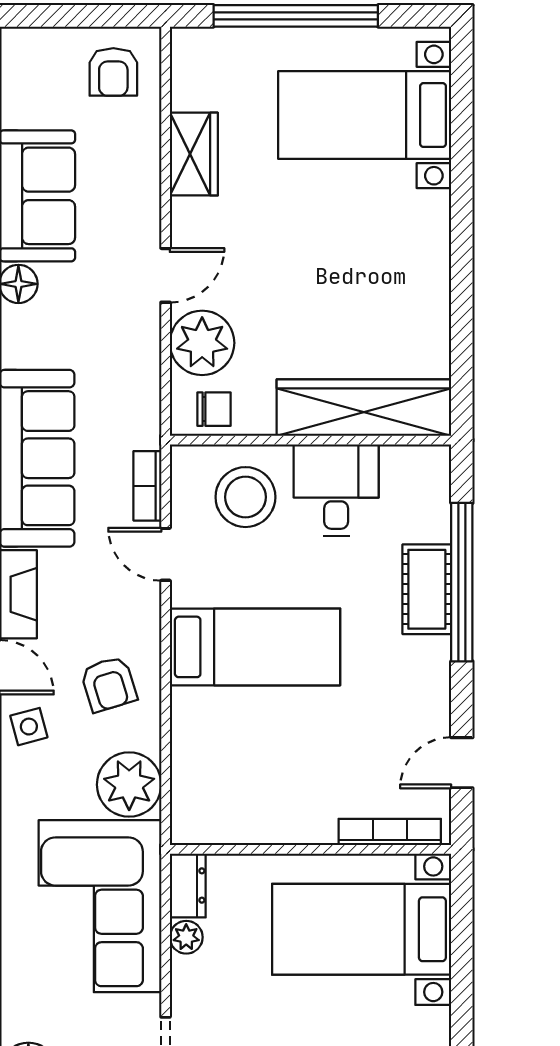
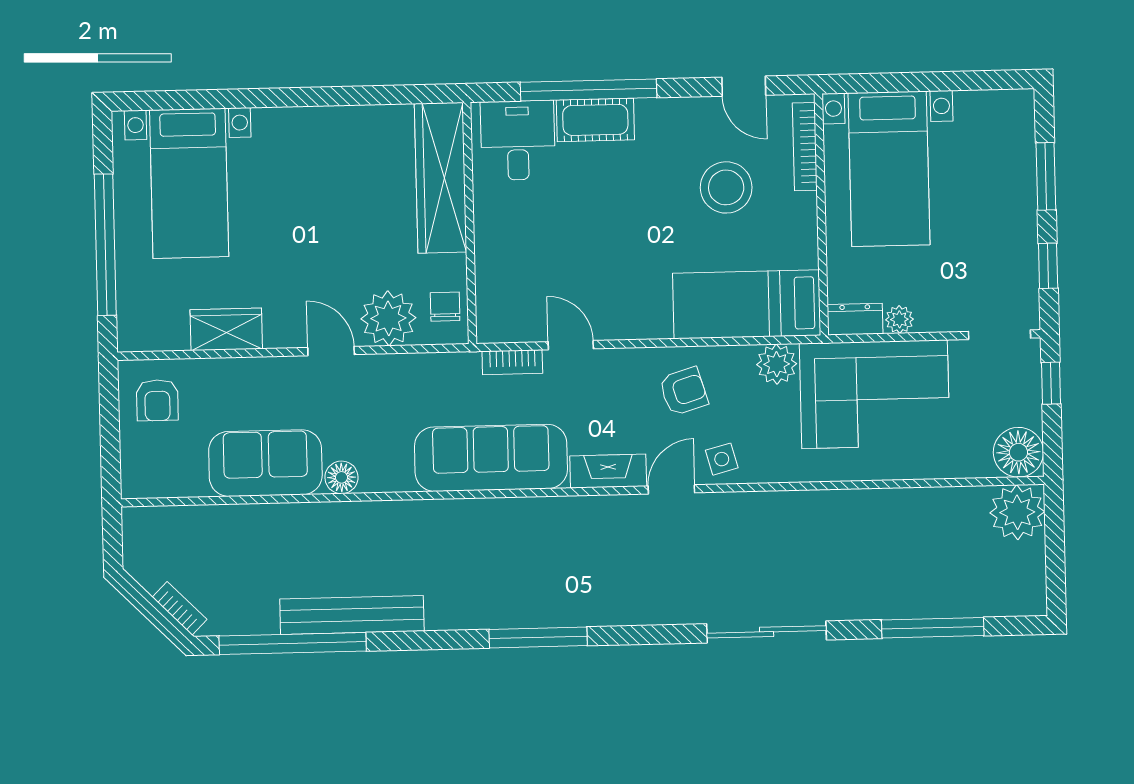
armchair: (113, 72) -> (157, 400), turned 90
desk: (336, 490) -> (518, 140), moved, turned 90
stool: (245, 497) -> (726, 187), moved
door: (166, 554) -> (571, 345), swing flipped
bed: (255, 647) -> (747, 304), moved, turned -90
plant: (129, 785) -> (777, 364), width x0.73, depth x0.73

